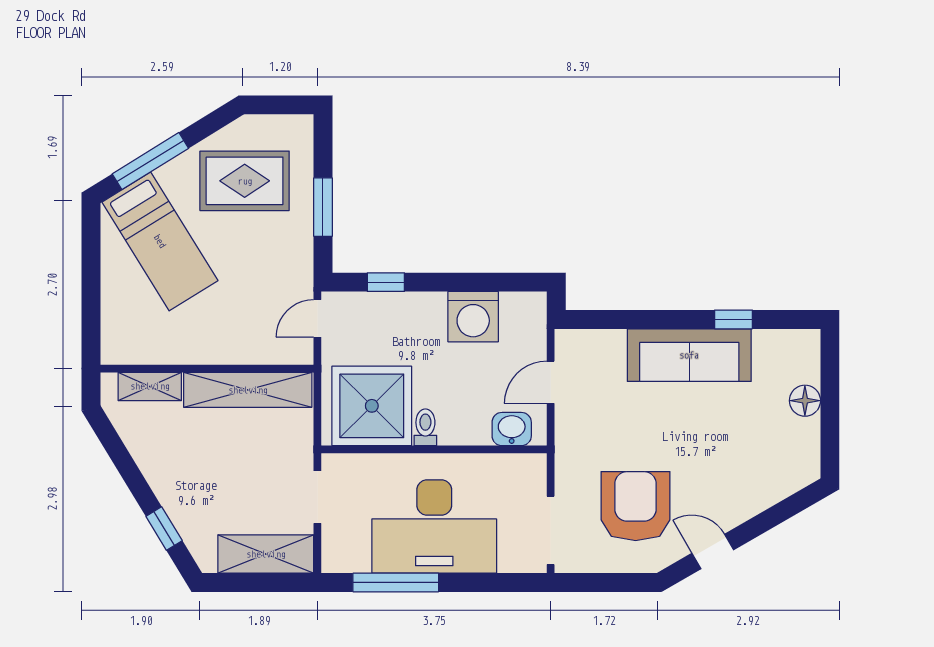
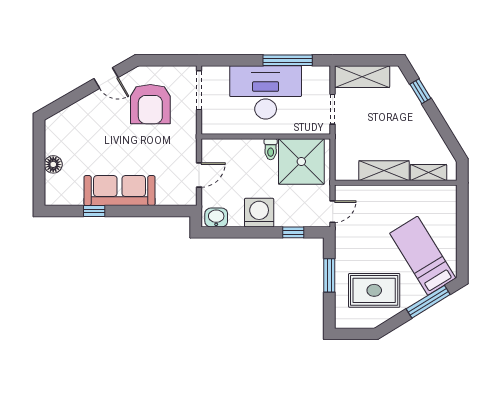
washing machine: (473, 317) -> (259, 213), moved
shelving: (248, 390) -> (384, 171), width x0.68
washbasin: (512, 429) -> (216, 217), moved, turned 180

